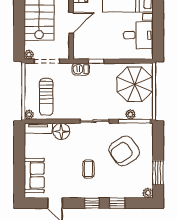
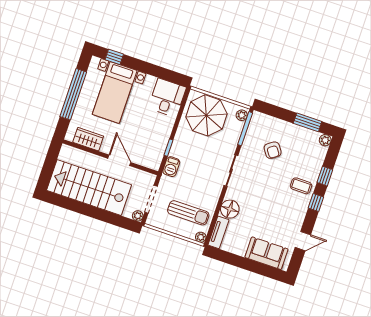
desk: (138, 35) -> (167, 98), moved
plant: (130, 114) -> (242, 115), moved
armchair: (124, 151) -> (273, 150), width x0.53, depth x0.53
coffee table: (88, 169) -> (301, 186), moved

